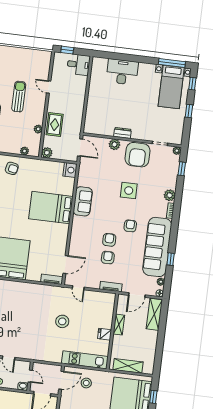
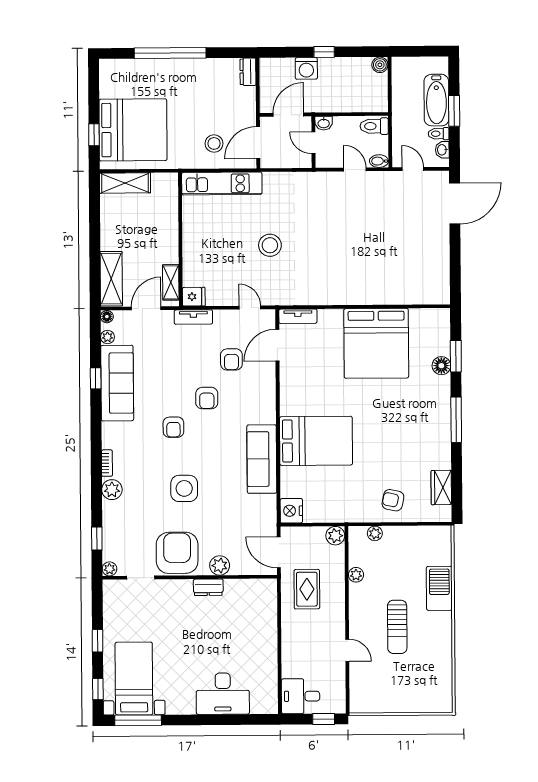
rug: (55, 125) -> (307, 589), moved
sofa: (83, 201) -> (262, 459), width x1.36
sofa: (157, 247) -> (117, 383), width x0.74, depth x0.79
armchair: (108, 258) -> (231, 359), moved
shelving: (119, 325) -> (171, 282), moved
fridge: (105, 334) -> (194, 297), moved
shelving: (128, 366) -> (125, 183), moved

